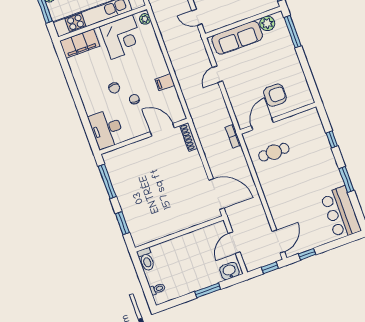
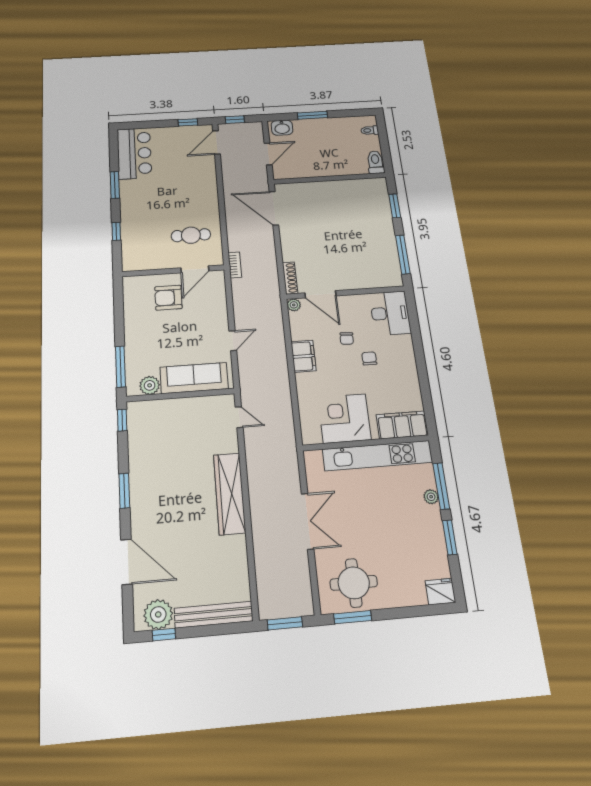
plant: (145, 19) -> (294, 305), moved
filing cabinet: (165, 82) -> (303, 356), width x2.00

